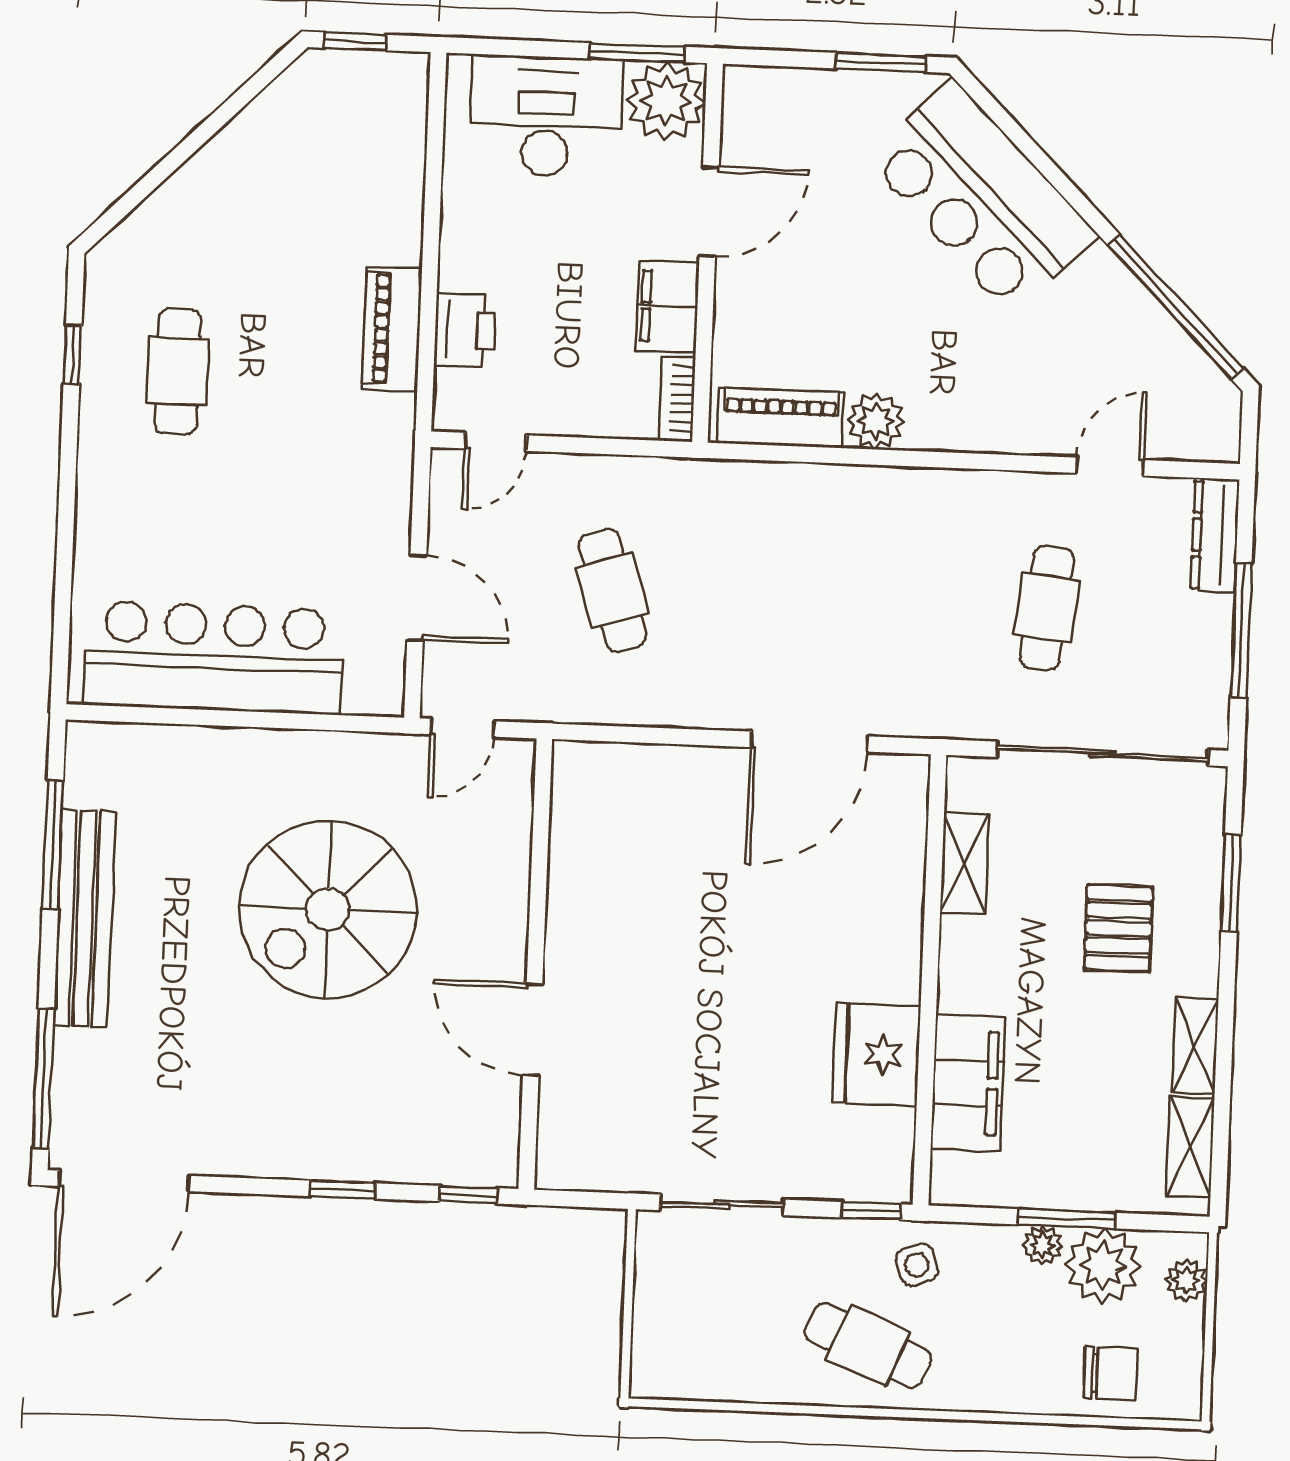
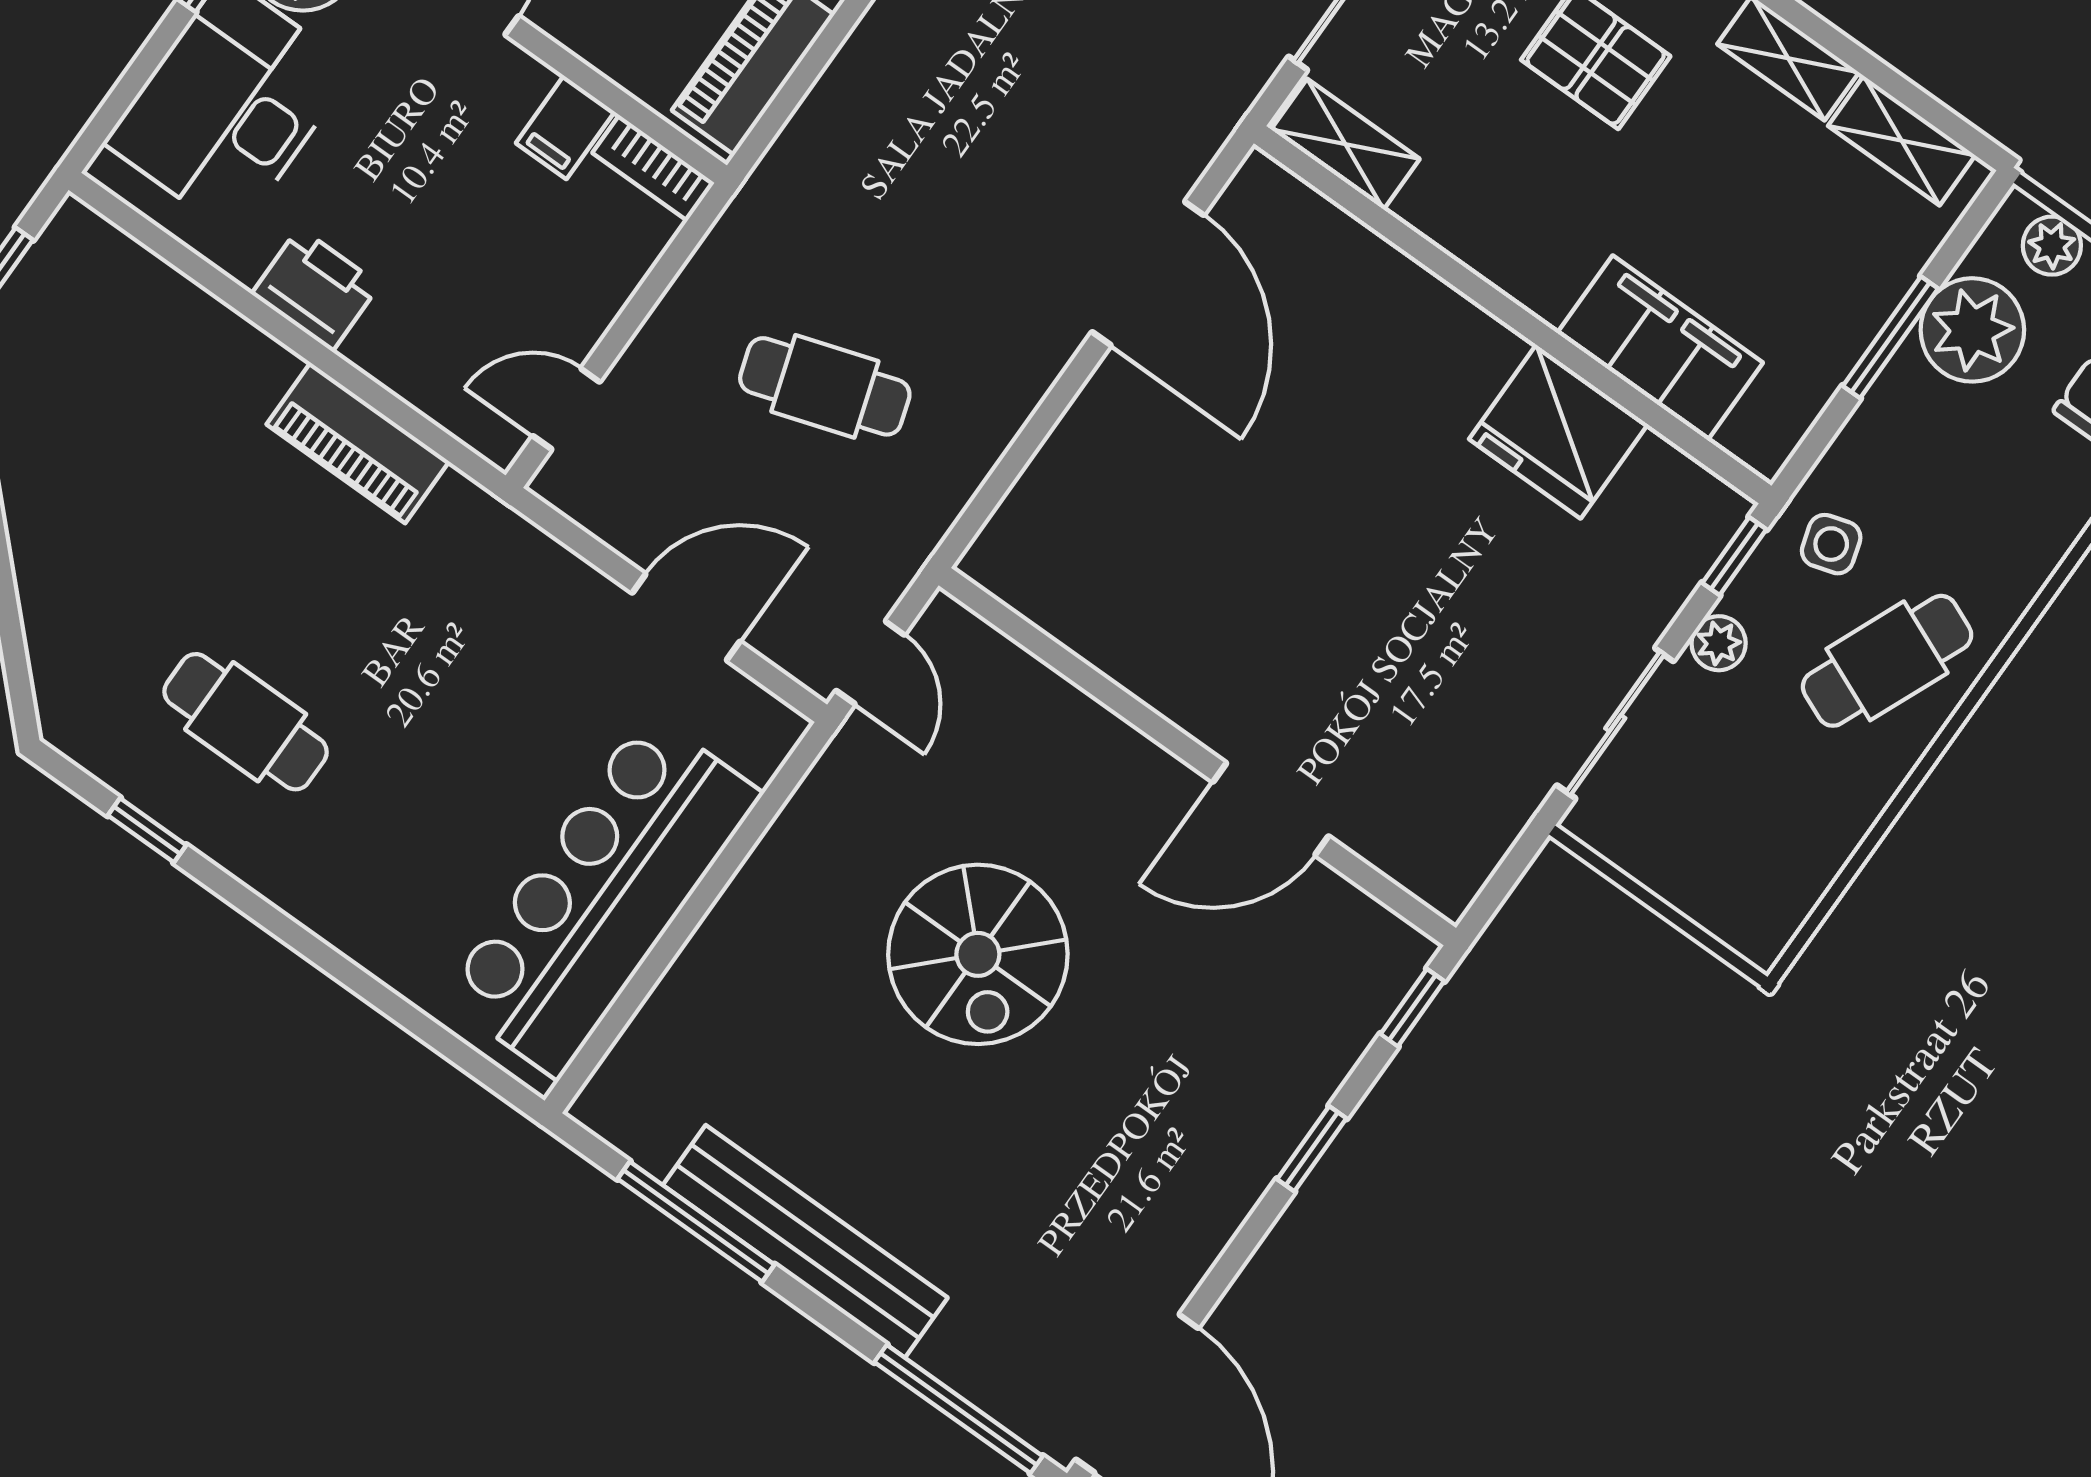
filing cabinet: (667, 306) -> (565, 127), width x0.50
printer: (465, 330) -> (316, 289), moved
door: (496, 442) -> (566, 409), swing flipped
shelving: (965, 863) -> (1345, 144), moved
spiral stairs: (328, 909) -> (978, 954), width x0.73, depth x0.73
plant: (1043, 1245) -> (1719, 643), moved

